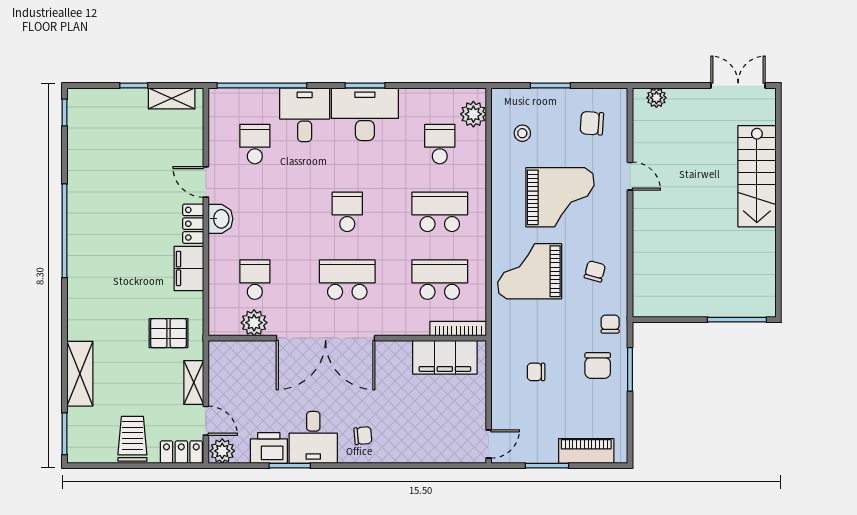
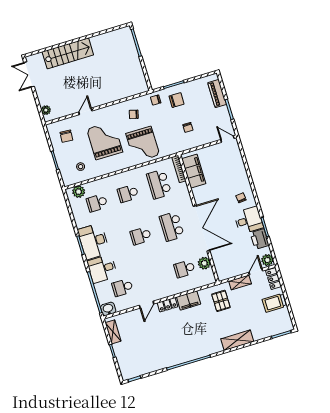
school desk: (440, 212) -> (128, 194), width x0.54
washbasin: (221, 219) -> (108, 309), moved
shelving: (80, 374) -> (237, 340), moved

